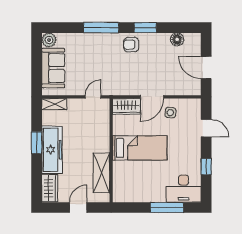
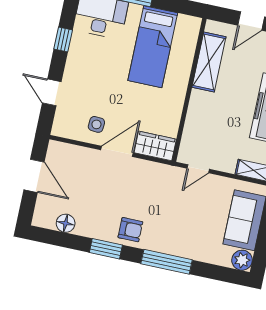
bed: (140, 148) -> (153, 47), moved, turned -90

